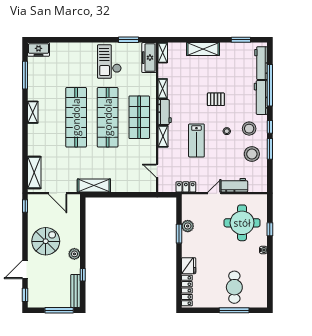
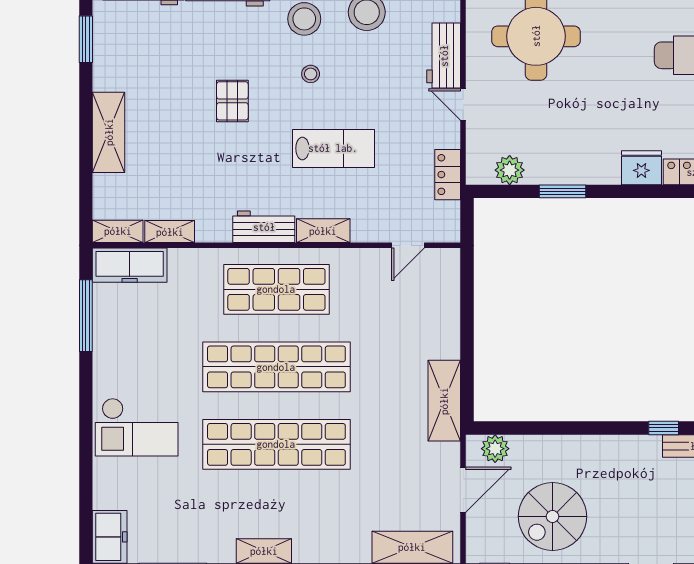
window: (129, 40) -> (86, 316), width x1.44
checkout: (109, 61) -> (137, 427), moved
shelving: (163, 89) -> (170, 232), moved
plant: (188, 226) -> (510, 170), moved
spiral stairs: (46, 241) -> (553, 517), moved, turned -90
plant: (74, 254) -> (495, 449), moved

